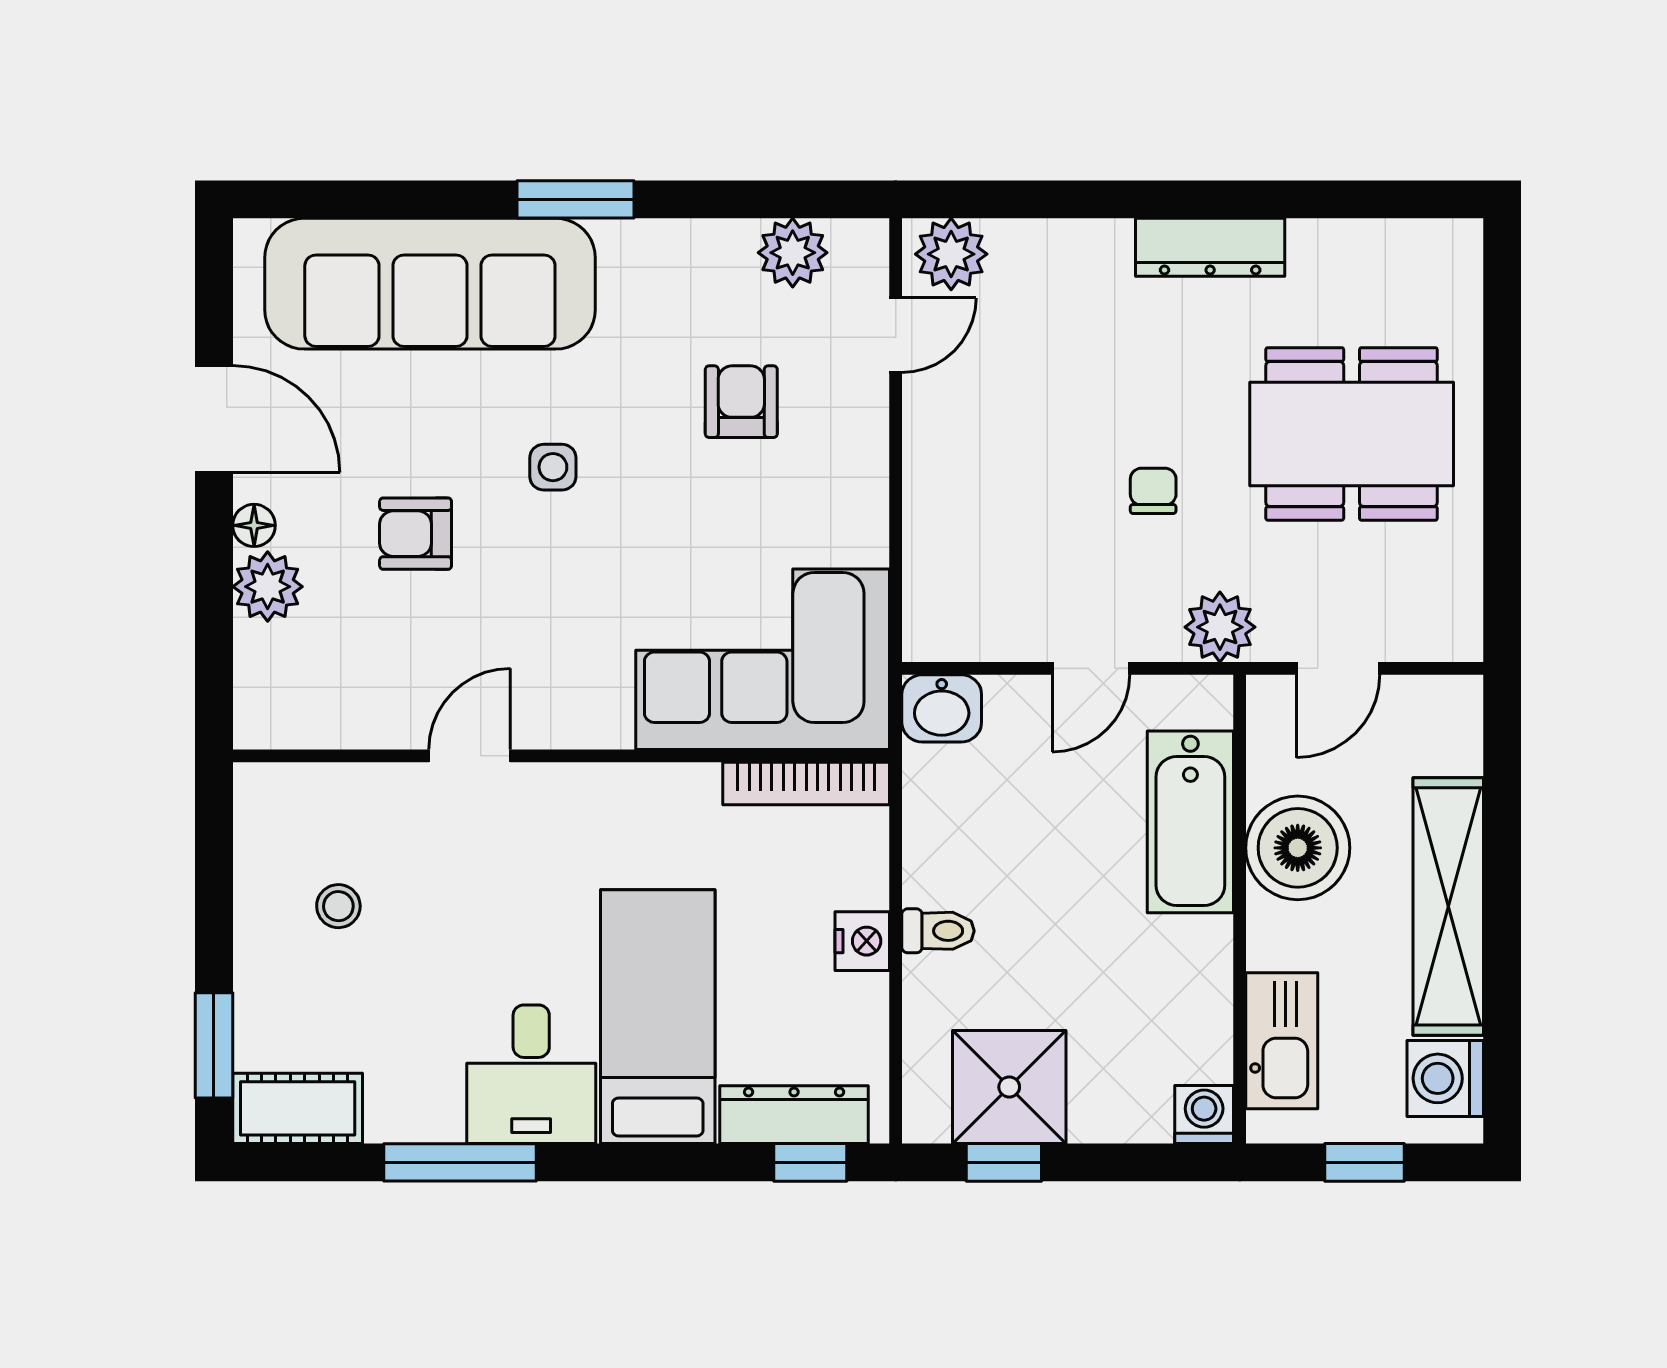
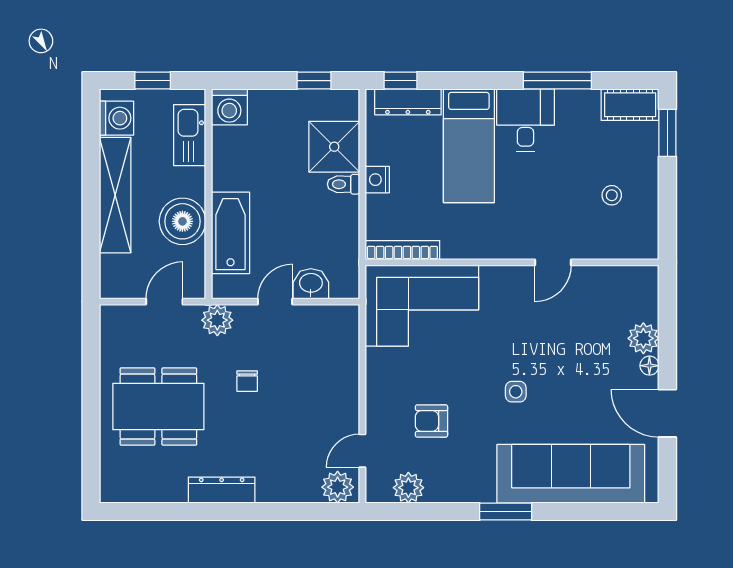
armchair: (741, 402) -> (431, 421), turned 90
armchair: (416, 534) -> (577, 362), removed
washbasin: (942, 708) -> (311, 284), moved
shower: (1009, 1087) -> (334, 147), moved
washing machine: (1204, 1114) -> (229, 107), width x1.38, depth x1.38

